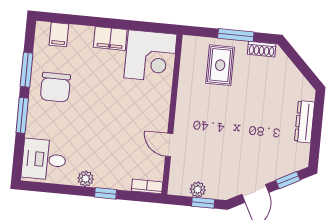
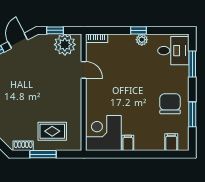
filing cabinet: (110, 38) -> (128, 143), width x0.50
rug: (220, 65) -> (52, 131), turned 90
window: (22, 115) -> (192, 64), moved
plant: (198, 190) -> (65, 45), width x1.88, depth x1.88
window: (105, 193) -> (139, 30), moved

